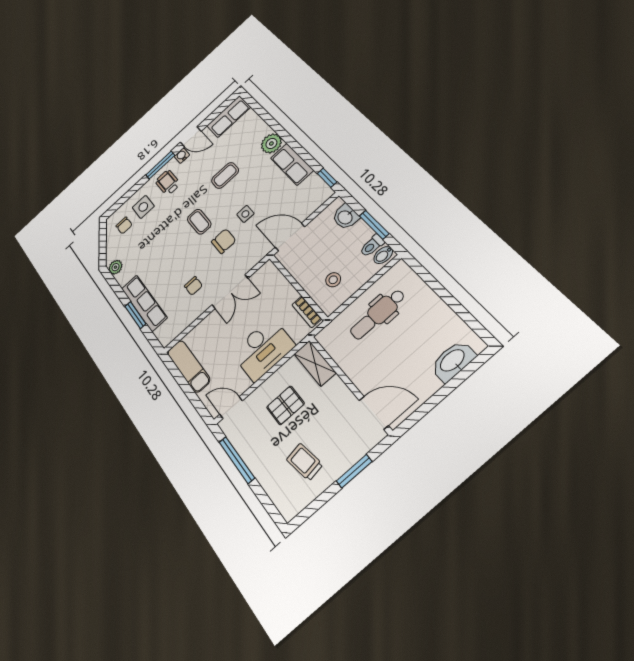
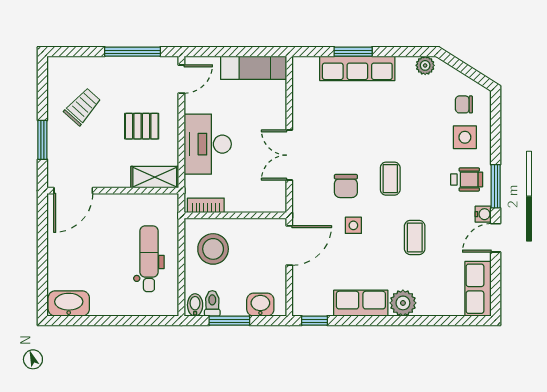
coffee table: (199, 222) -> (390, 179), turned 90
stool: (333, 280) -> (213, 249), width x1.89, depth x1.89
chair: (193, 286) -> (328, 126), removed
washbasin: (453, 361) -> (69, 303), moved, turned -90
pallet: (285, 405) -> (142, 126), turned 90
trolley: (305, 462) -> (82, 107), turned -39

